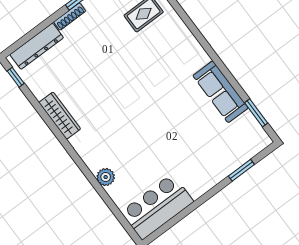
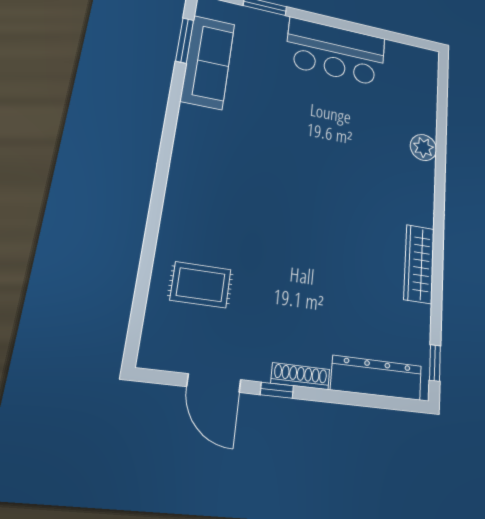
sofa: (221, 92) -> (208, 62), moved
bar counter: (157, 207) -> (336, 52), moved

